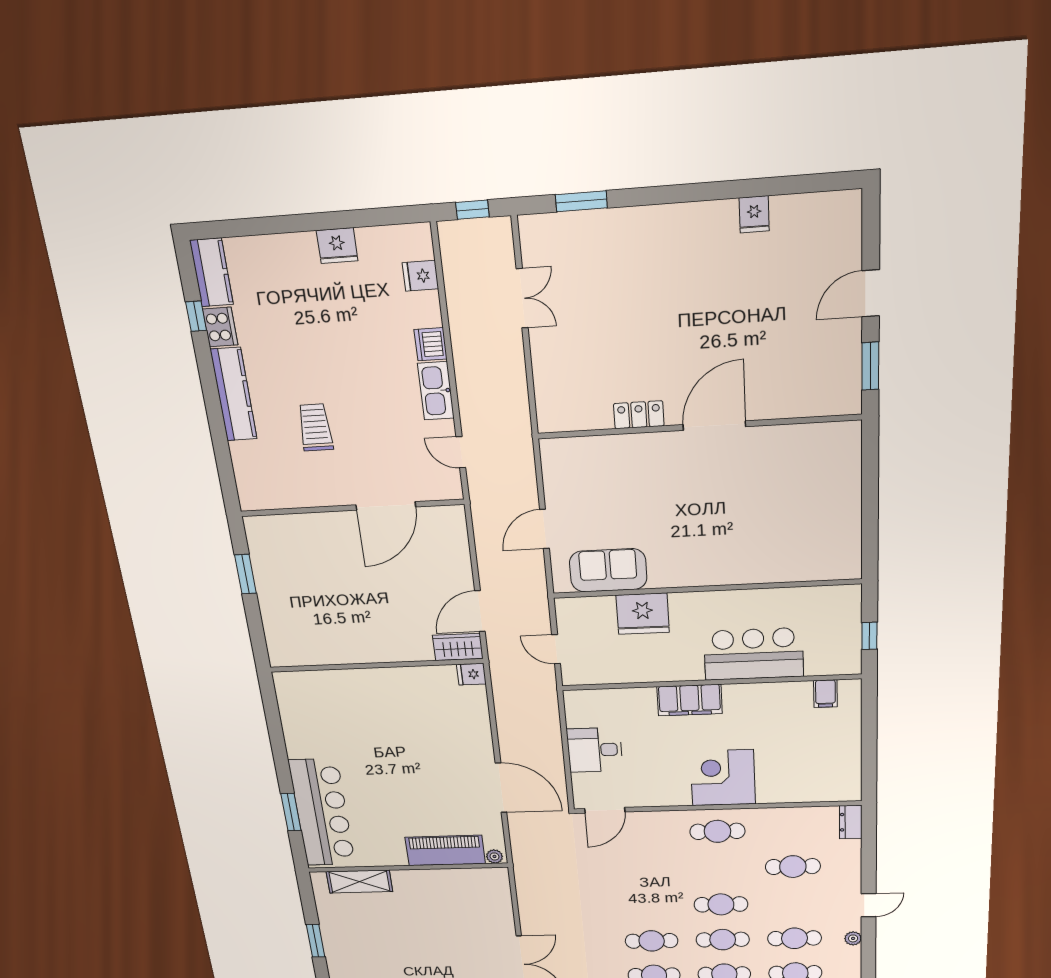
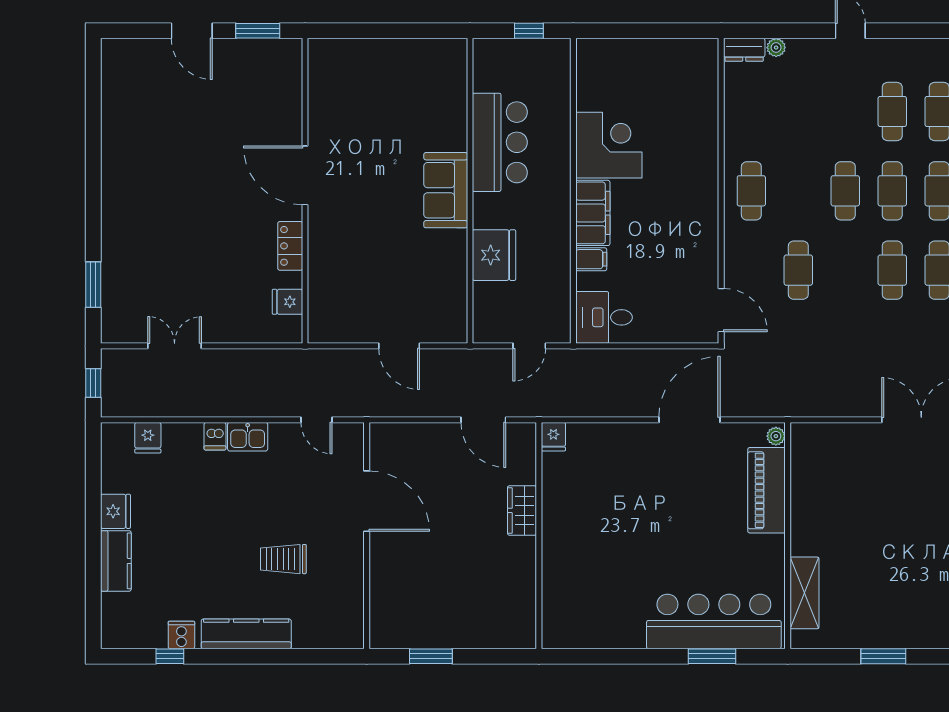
fridge: (754, 214) -> (287, 302), moved, turned 180
kitchen counter: (212, 273) -> (116, 561), moved, turned 90
cooker: (220, 327) -> (181, 635), width x0.73
dishwasher: (431, 344) -> (215, 436), width x0.73
kitchen sink: (436, 391) -> (248, 437), width x0.73
door: (461, 452) -> (316, 420), hinge flipped
sofa: (608, 570) -> (446, 190), moved
wardrobe: (458, 647) -> (522, 510), moved
bar counter: (754, 654) -> (500, 142), moved, turned 180
filing cabinet: (825, 694) -> (591, 259), moved
desk: (595, 750) -> (604, 317), moved, turned 90
corner desk: (723, 778) -> (609, 145), moved, turned 180
cafe table: (793, 867) -> (798, 270), moved
plant: (853, 938) -> (776, 48), moved

